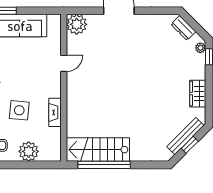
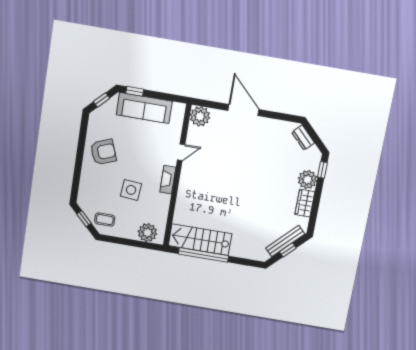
plant: (200, 48) -> (307, 180), moved, width x1.87, depth x1.87
fireplace: (55, 112) -> (168, 180), moved
plant: (29, 151) -> (147, 233), moved

